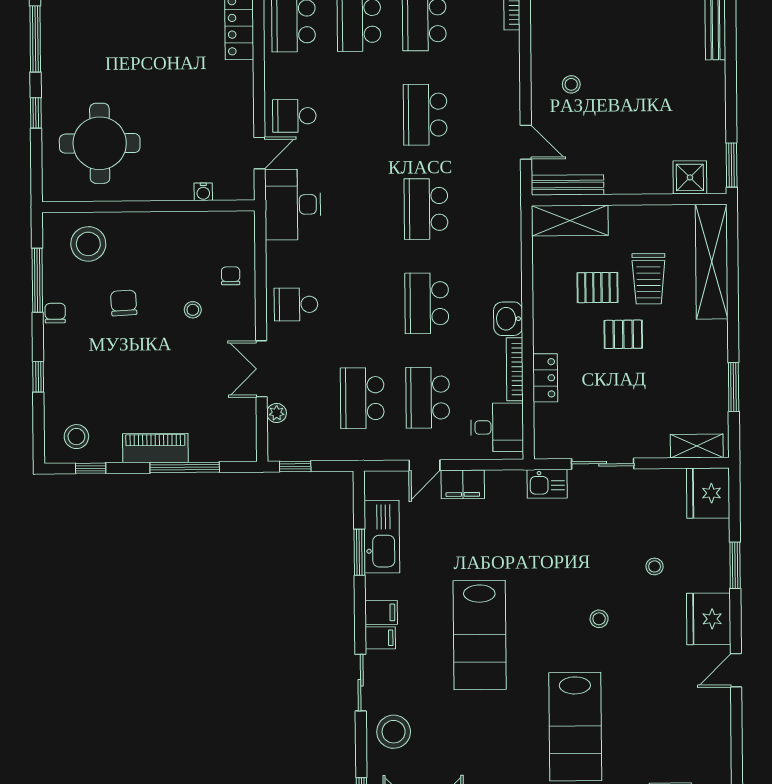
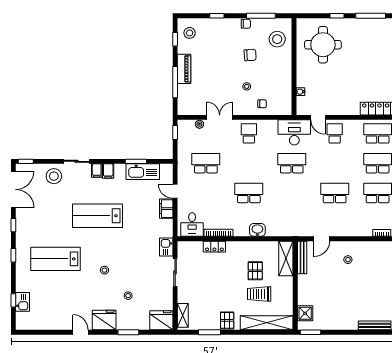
school desk: (426, 209) -> (292, 163), moved
washbasin: (508, 319) -> (257, 230), moved
pallet: (623, 334) -> (227, 320), moved
school desk: (428, 398) -> (206, 193), removed

